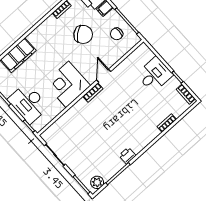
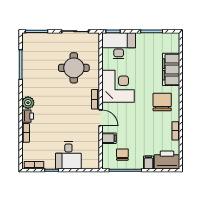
chair: (83, 34) -> (162, 102), moved, turned 129
filing cabinet: (113, 55) -> (109, 138), added
desk: (28, 103) -> (119, 46), moved
round table: (84, 131) -> (74, 68), added
printer: (127, 156) -> (28, 116), moved
plant: (97, 182) -> (28, 103), moved

